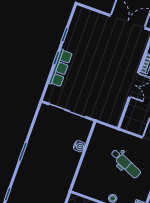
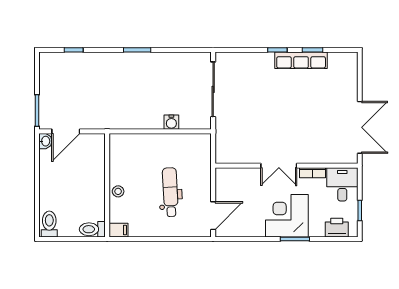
row of seats: (61, 68) -> (301, 60), moved
dental chair: (126, 164) -> (170, 192), turned 153

